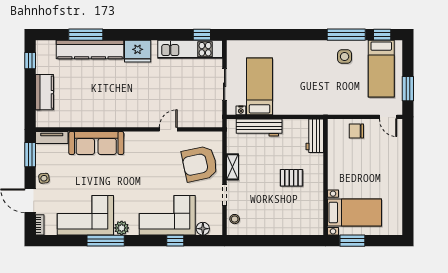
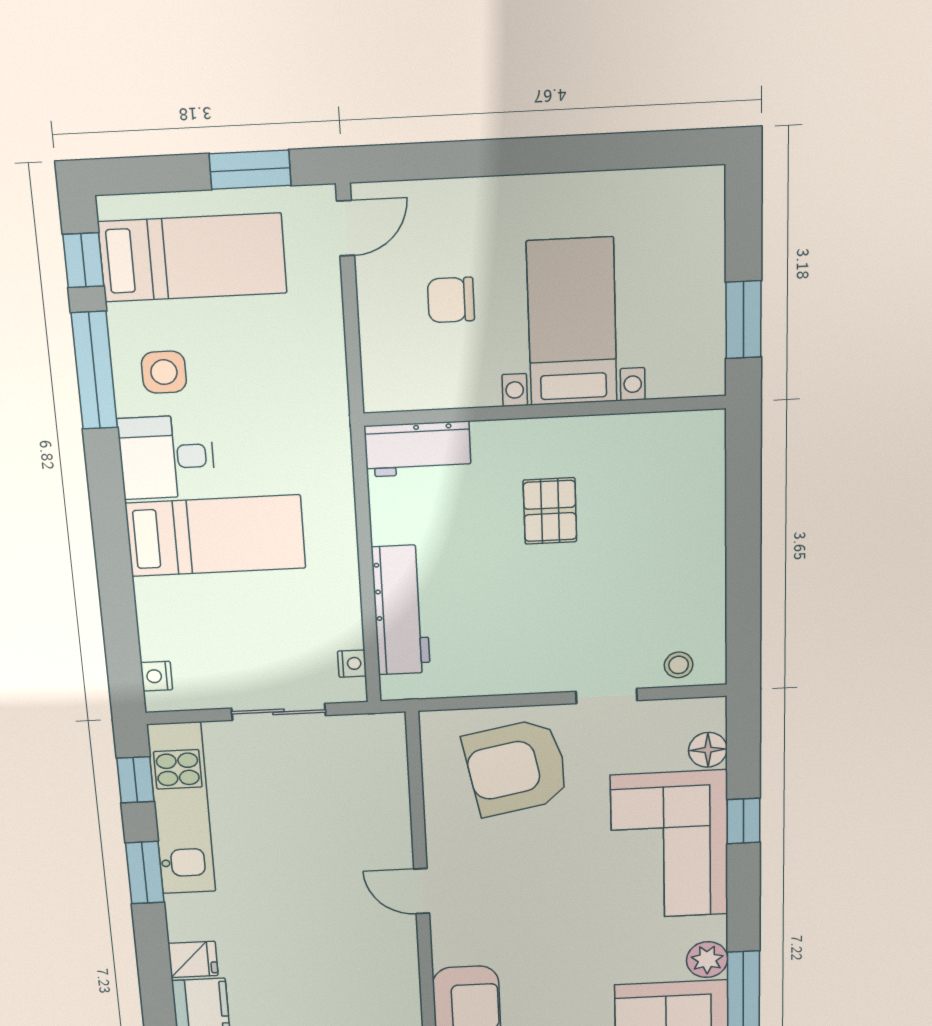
window: (166, 35) -> (145, 873), added
nightstand: (240, 45) -> (157, 676), added
fridge: (138, 51) -> (193, 959), width x0.53, depth x0.75
desk: (316, 55) -> (167, 457), added
bed: (260, 86) -> (216, 536), moved, turned 180
door: (168, 129) -> (422, 891), moved
chair: (356, 131) -> (451, 300), moved, turned 90
armchair: (200, 164) -> (517, 767), turned 91
shelving: (233, 167) -> (523, 678), removed
bed with nightstands: (354, 212) -> (572, 322), moved

